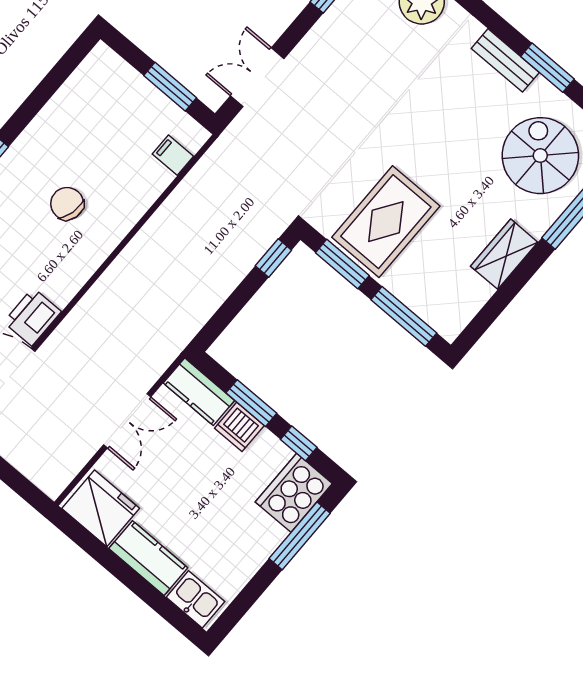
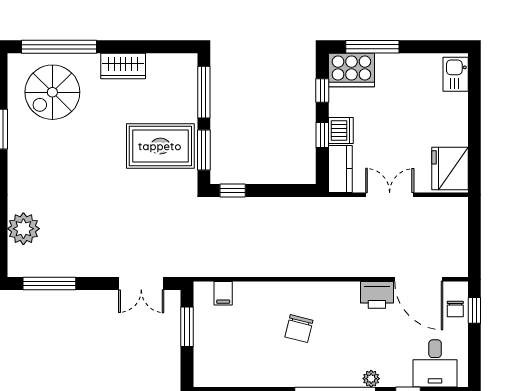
bench: (505, 60) -> (17, 156), removed
window: (251, 403) -> (322, 135), width x0.67
kitchen counter: (148, 558) -> (455, 119), removed

